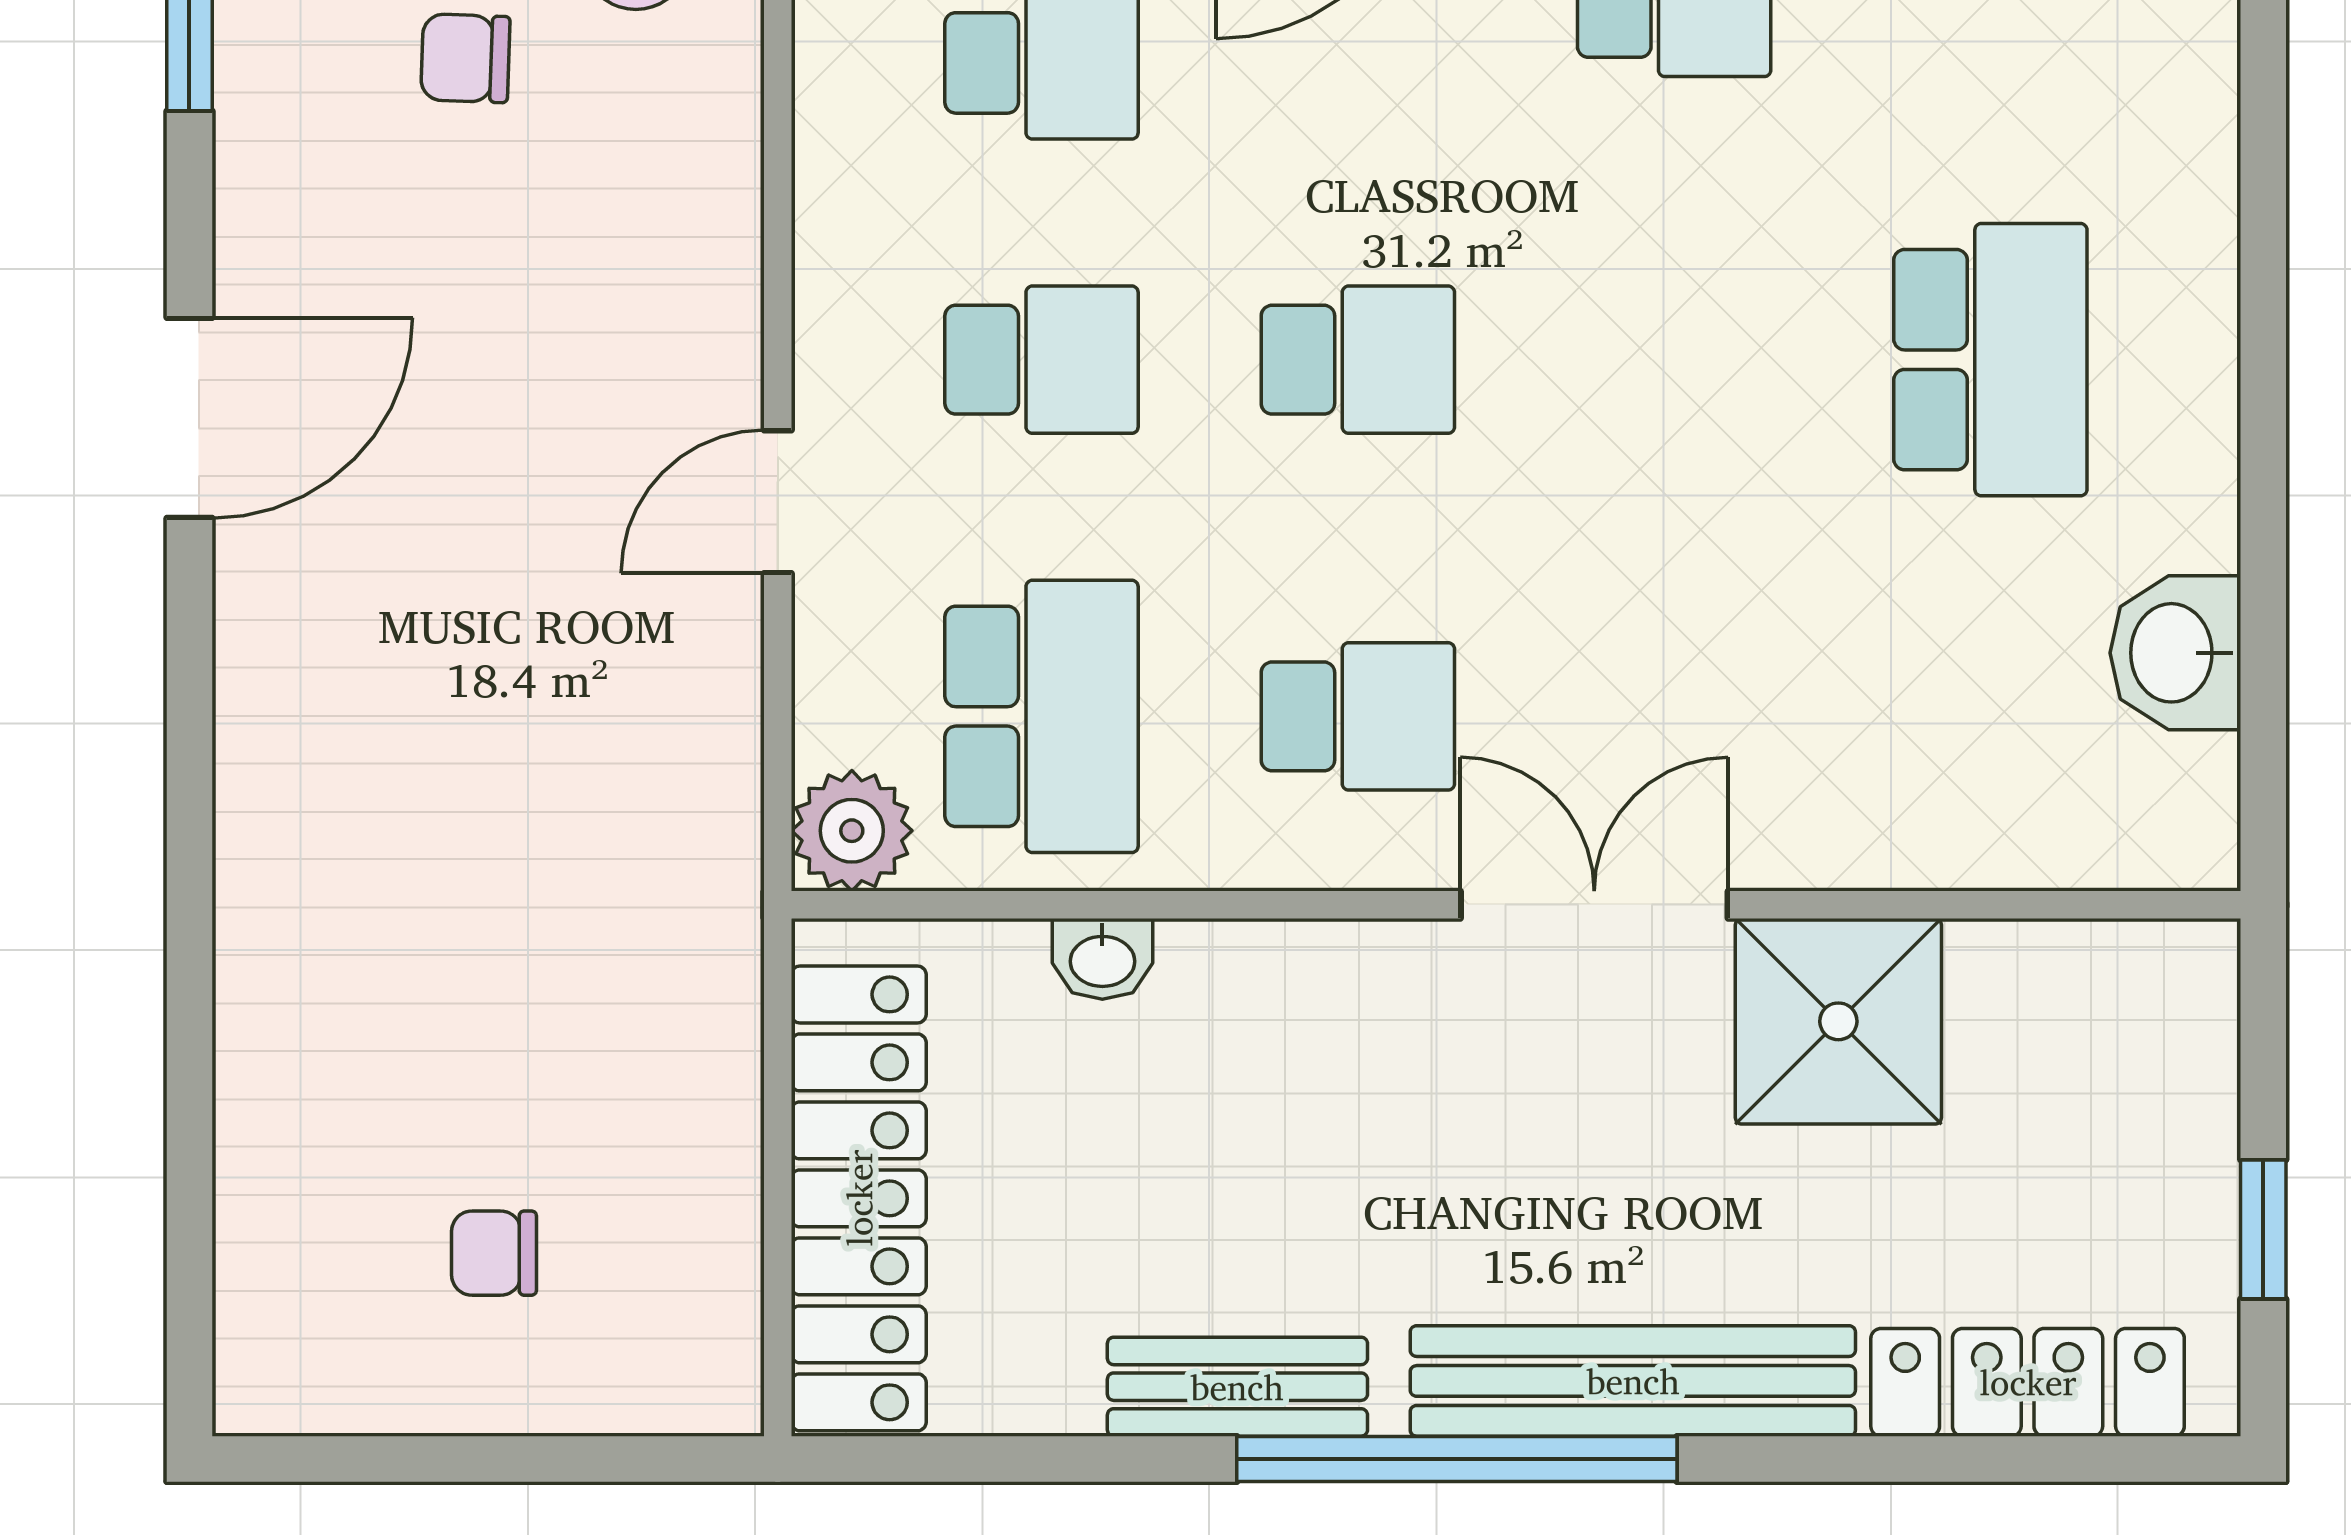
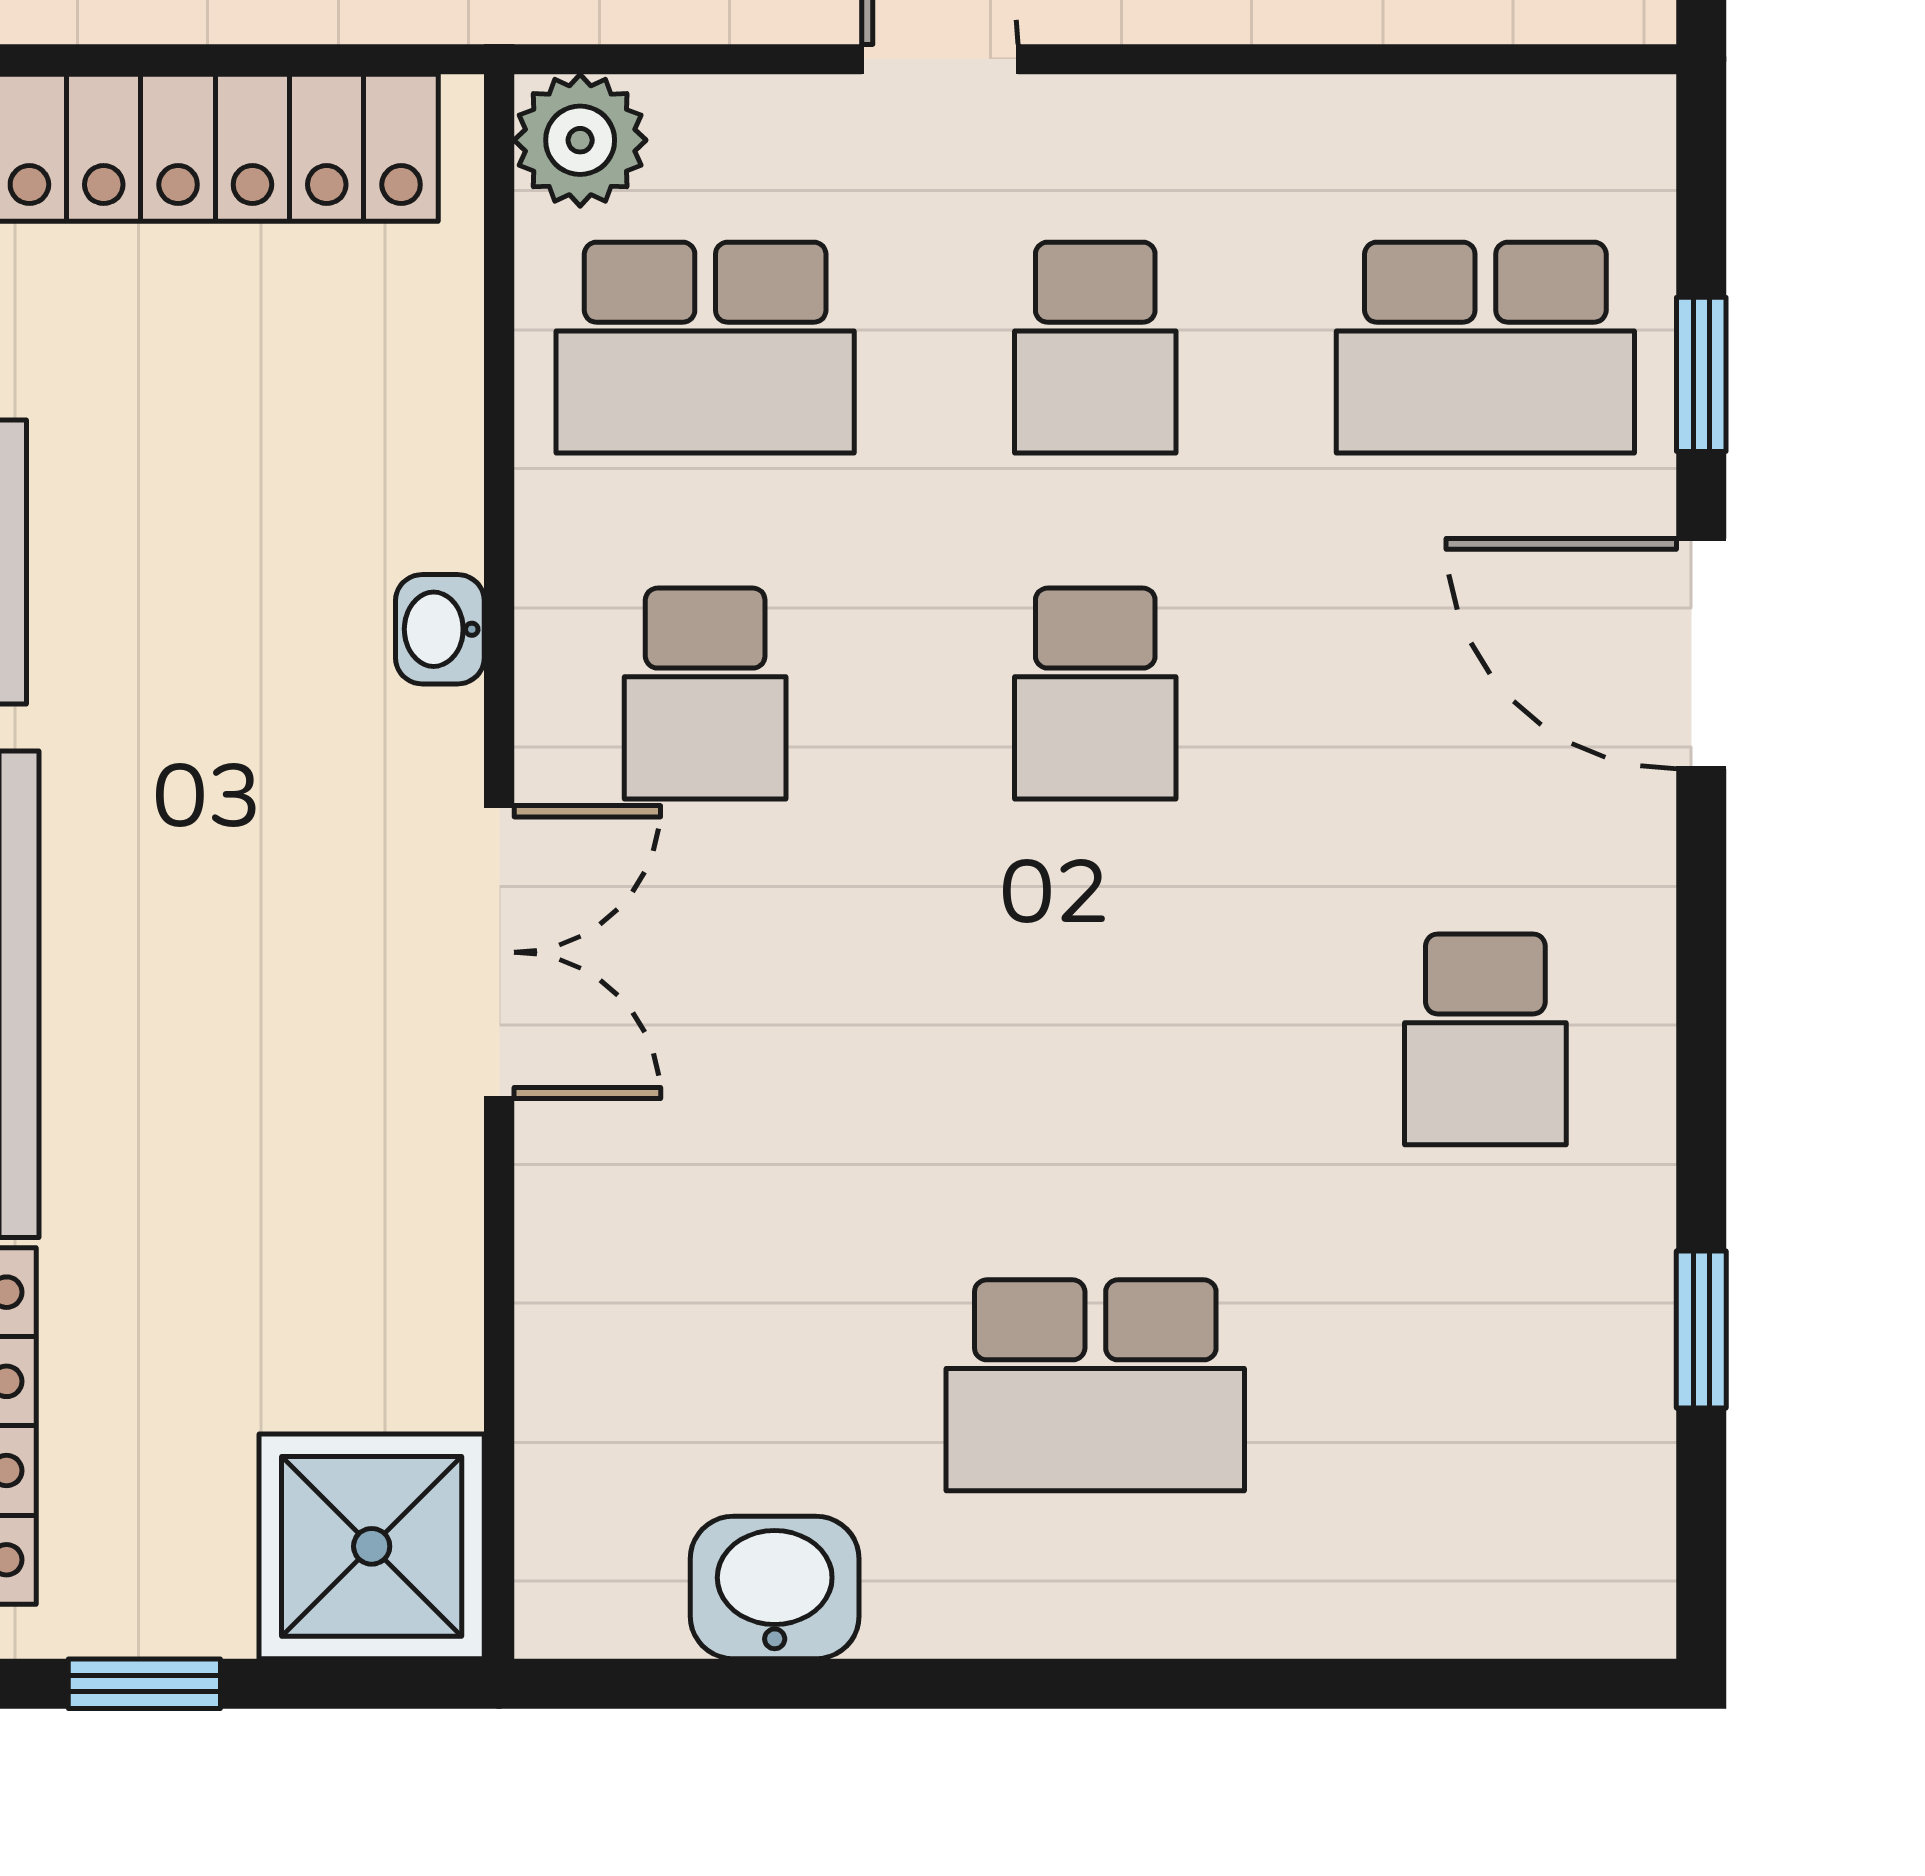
washbasin: (1102, 959) -> (440, 629), moved
shower: (1838, 1021) -> (372, 1546), moved

